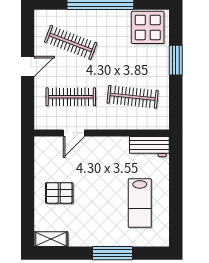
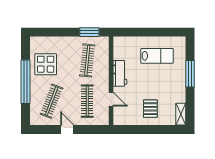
display table: (148, 27) -> (46, 64), moved
window: (176, 60) -> (89, 32), moved
workbench: (149, 147) -> (120, 73), moved

